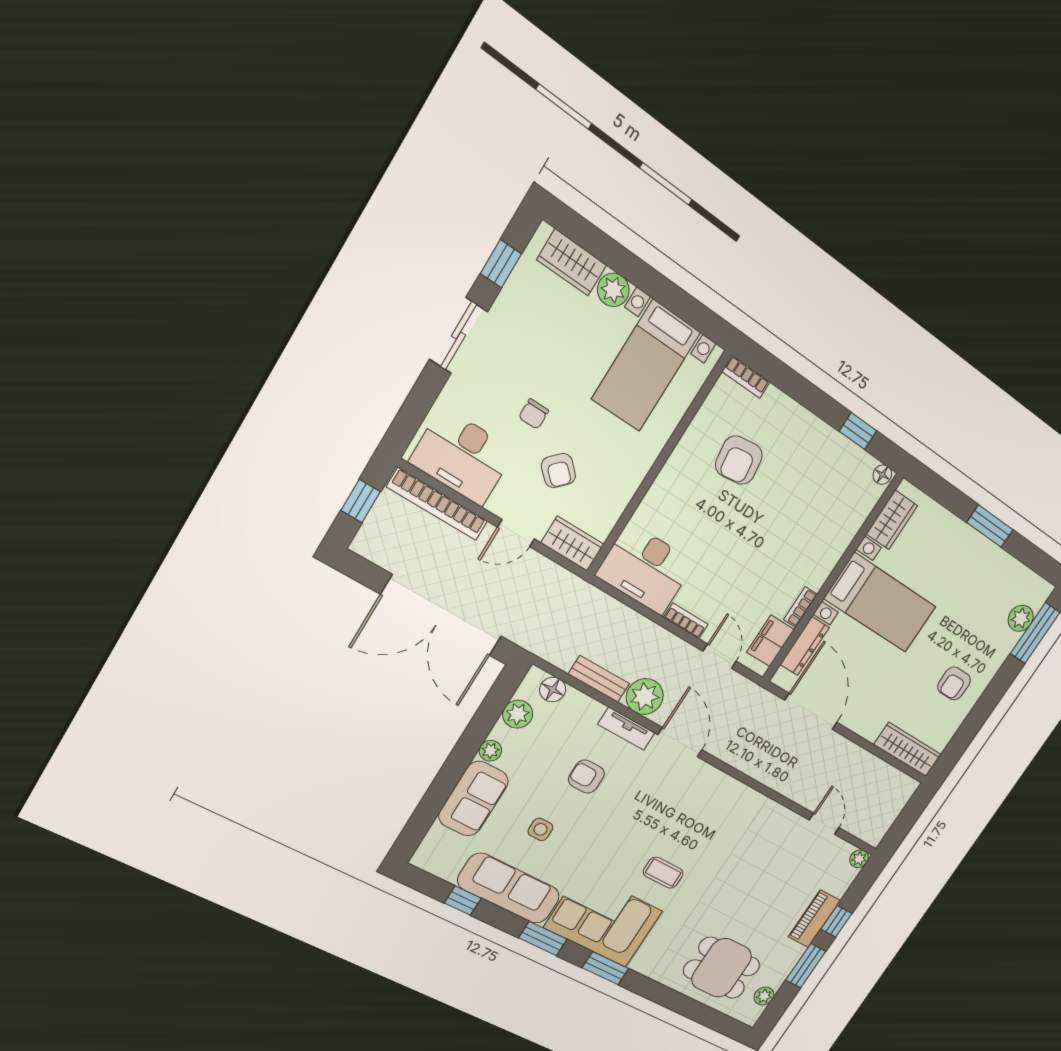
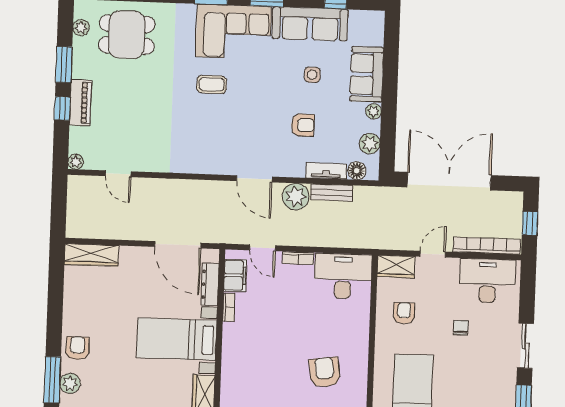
armchair: (558, 471) -> (404, 313), moved, turned 46
armchair: (954, 683) -> (77, 348), moved
tv unit: (626, 728) -> (326, 171), moved

